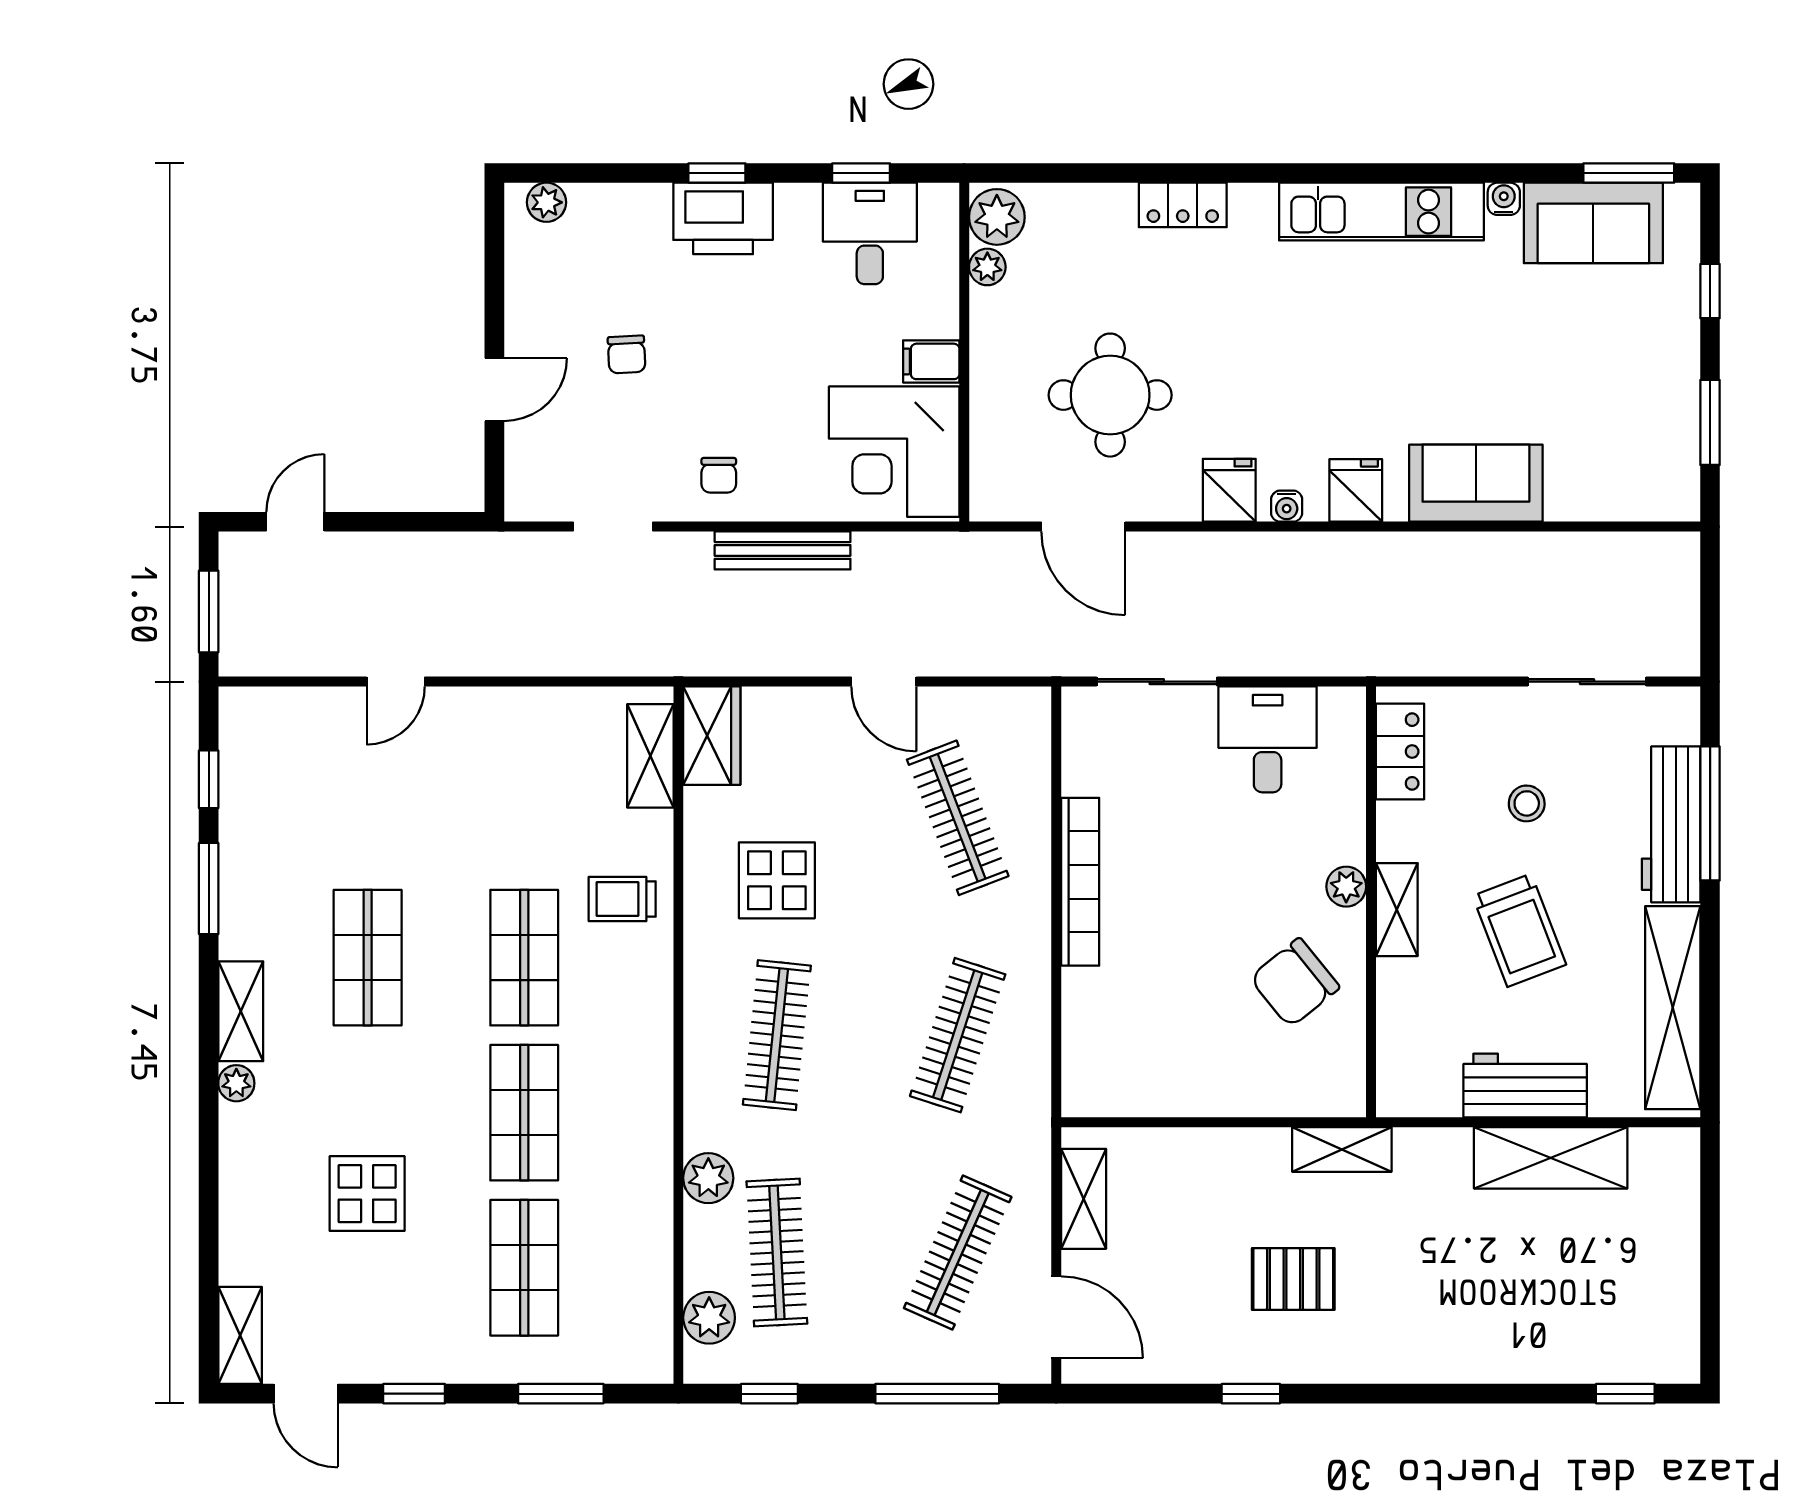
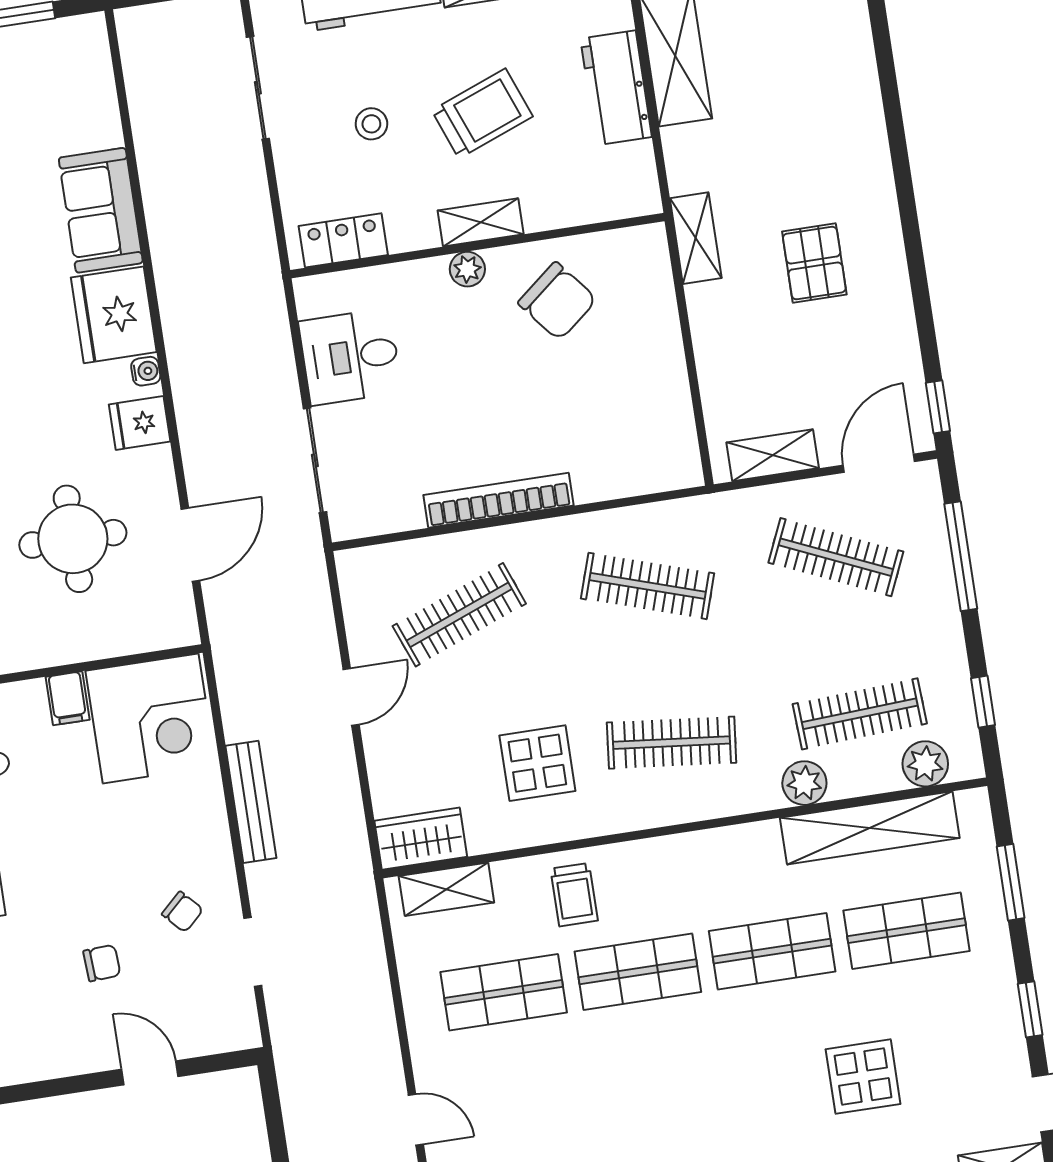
chair: (719, 475) -> (182, 912), moved, turned 47
fridge: (1356, 490) -> (114, 315), width x1.88, depth x1.34
shop shelf: (368, 958) -> (504, 992), moved
shelving: (646, 1244) -> (870, 828), added
window: (1251, 1394) -> (938, 407), moved

